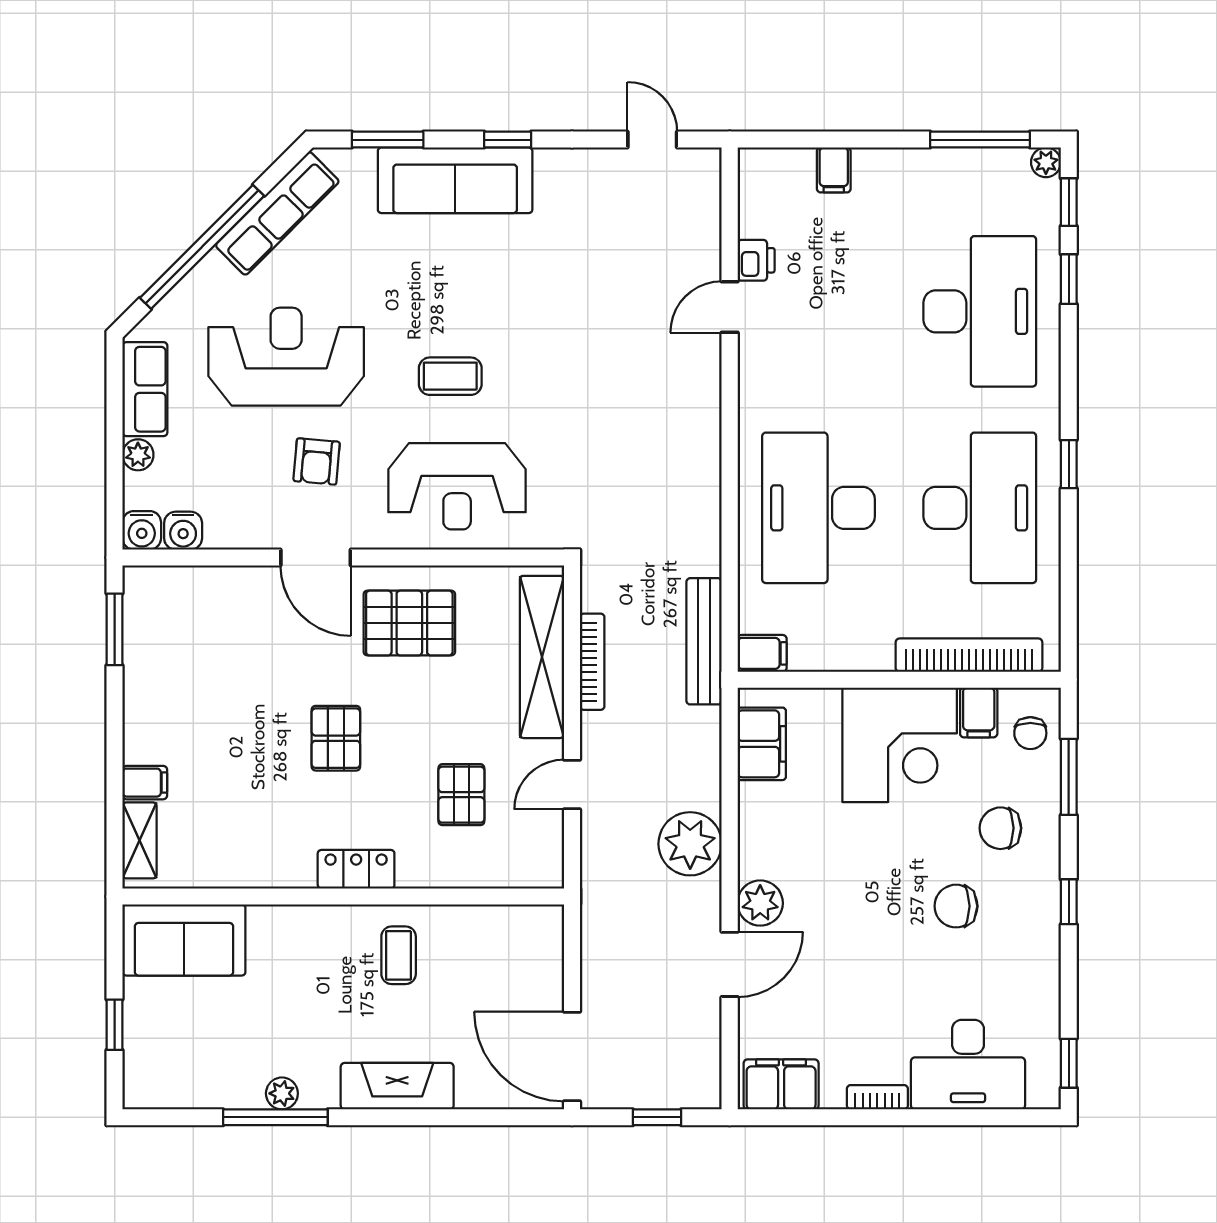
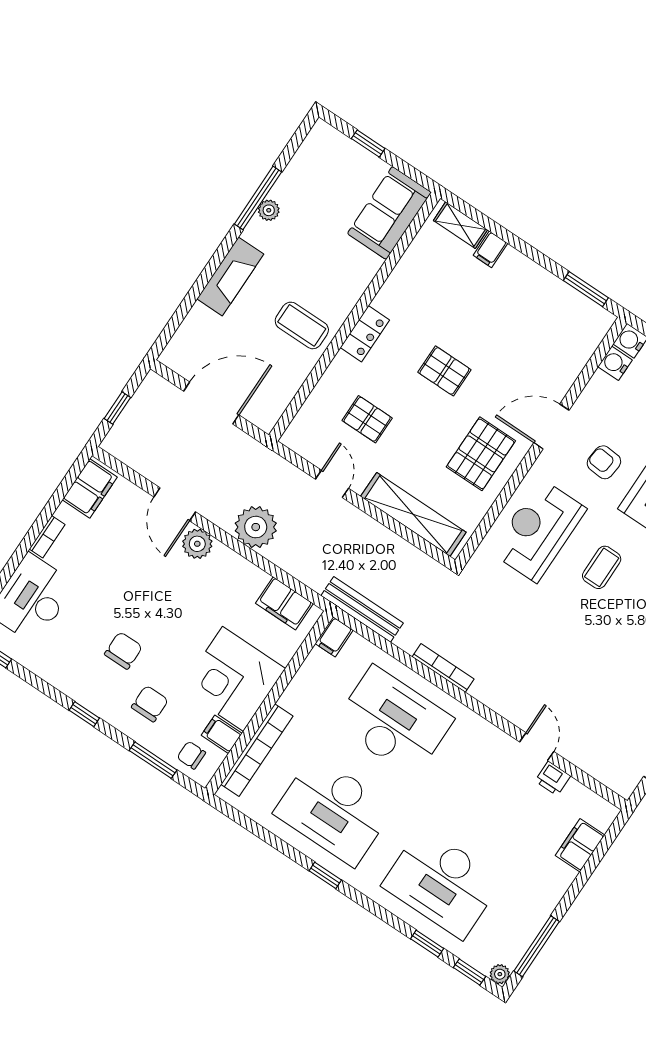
filing cabinet: (834, 170) -> (580, 845), width x2.00
bookcase: (592, 662) -> (443, 668), moved, turned 180
coffee table: (399, 955) -> (302, 325), width x1.36, depth x1.30
door: (572, 1056) -> (211, 403), moved

